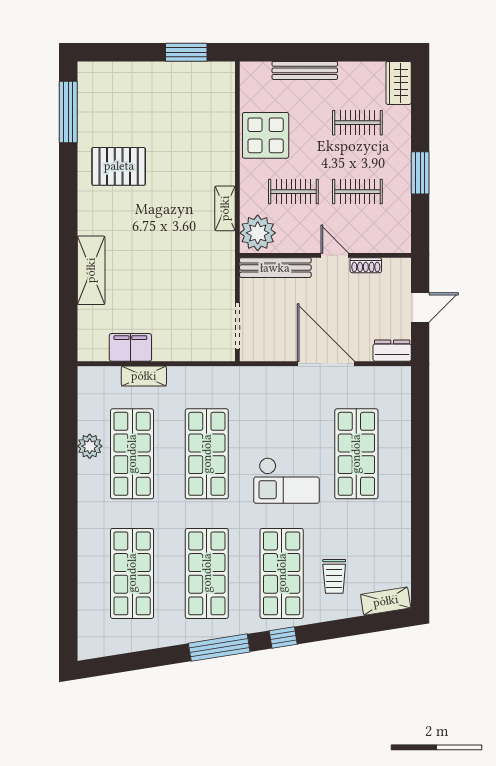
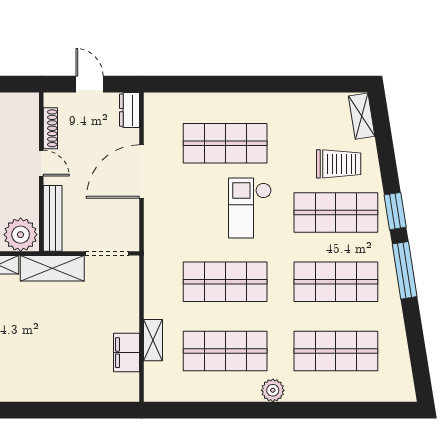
door: (335, 255) -> (41, 163), swing flipped
shoe rack: (366, 265) -> (50, 128), width x1.43
shelving: (91, 270) -> (52, 268), moved
plant: (90, 446) -> (273, 390), moved
checkout: (286, 481) -> (250, 208), turned 180
trolley: (334, 576) -> (339, 164), width x1.36, depth x1.39
window: (283, 637) -> (395, 211), width x1.50

